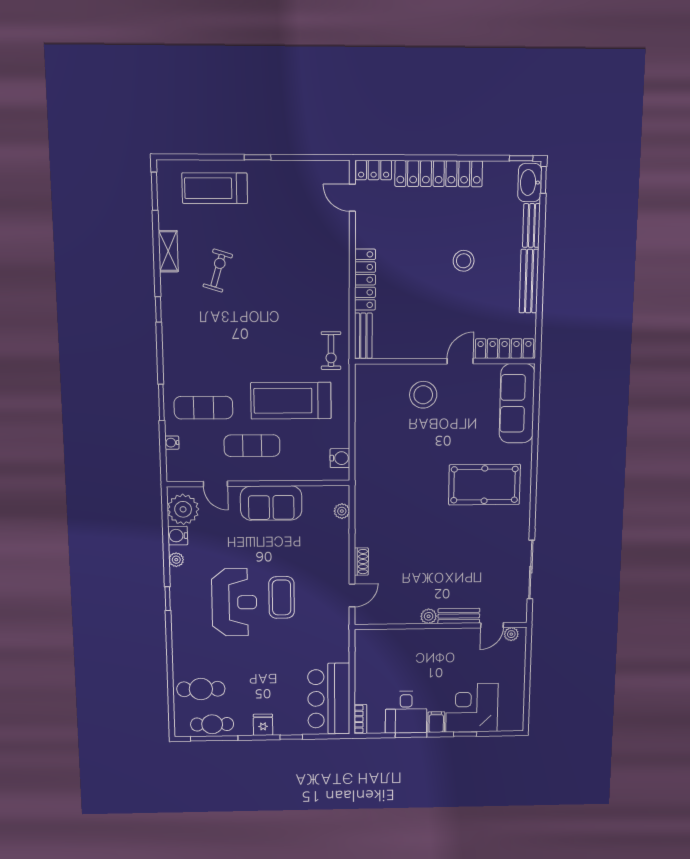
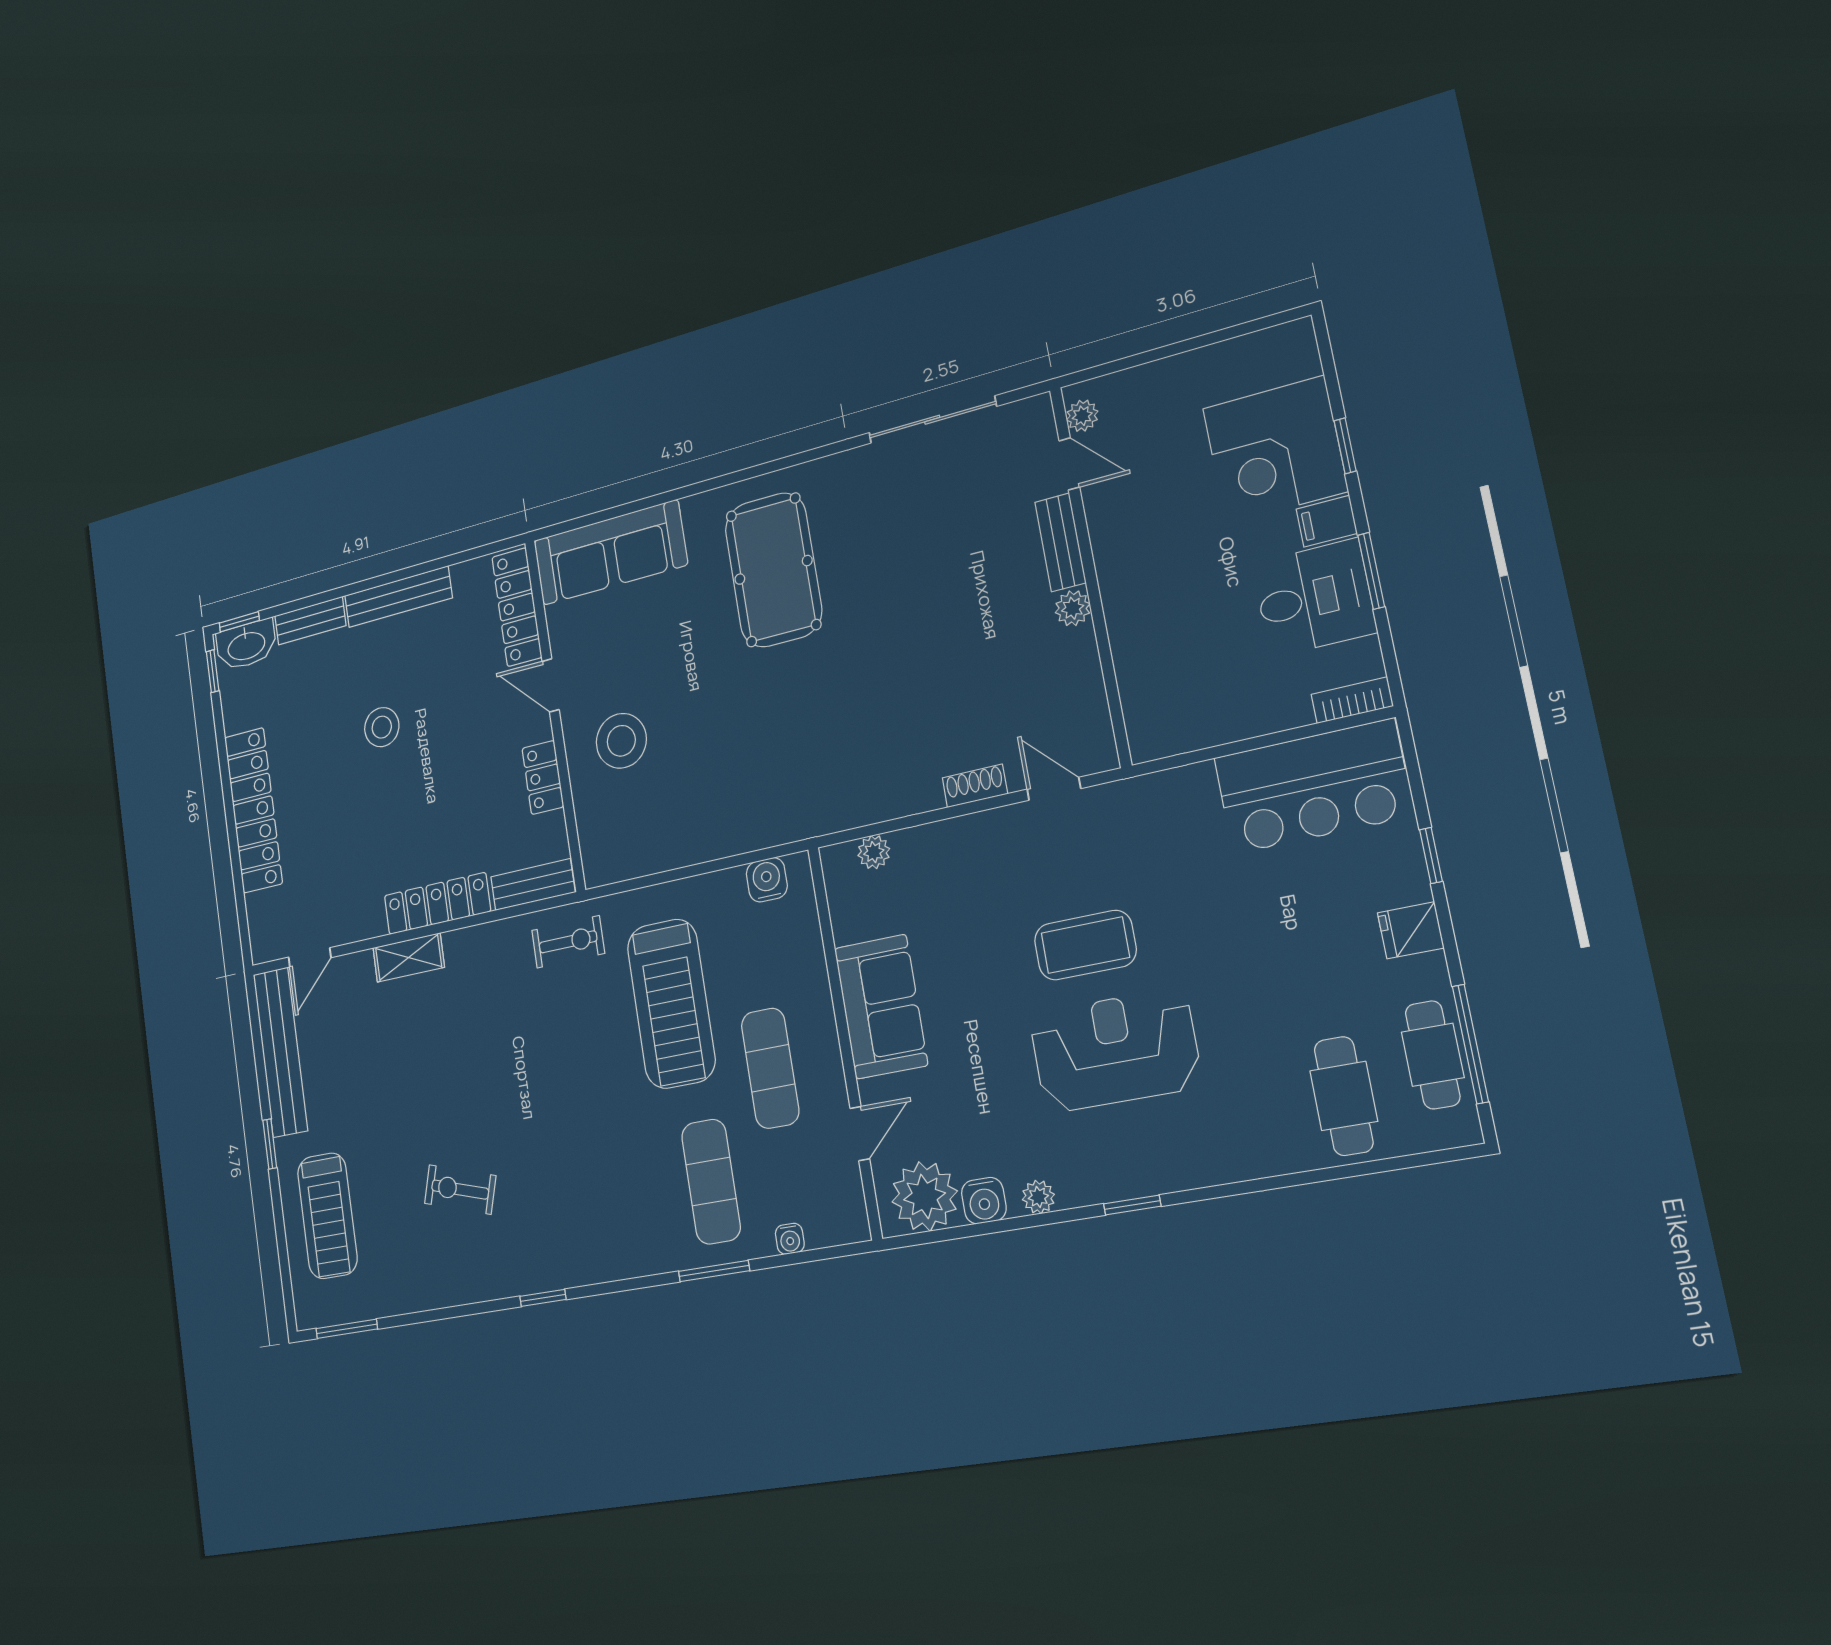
locker: (374, 170) -> (543, 777), moved, turned 180
bench: (305, 171) -> (280, 1052), added
shelving: (168, 251) -> (409, 958), moved

